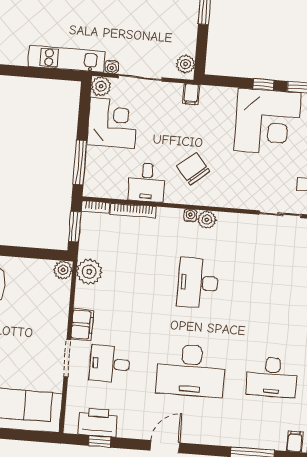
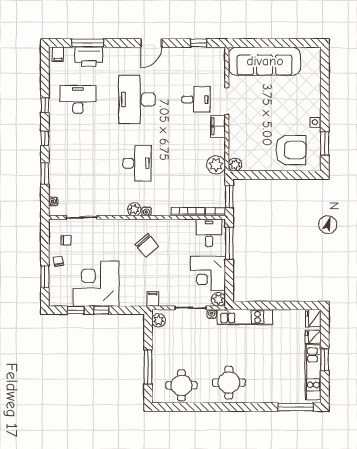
desk: (147, 182) -> (209, 233), moved
desk: (191, 370) -> (137, 99), turned -90
printer: (98, 422) -> (89, 57), moved

